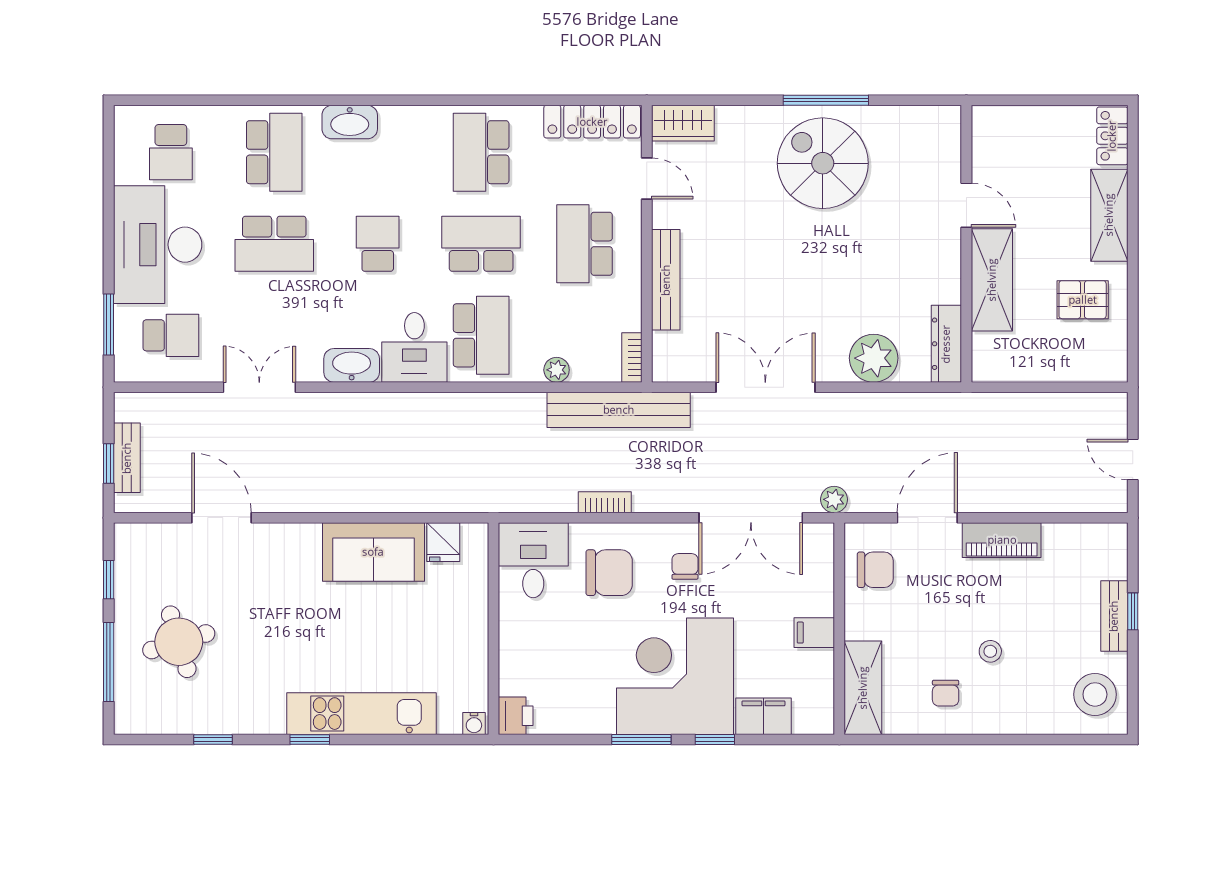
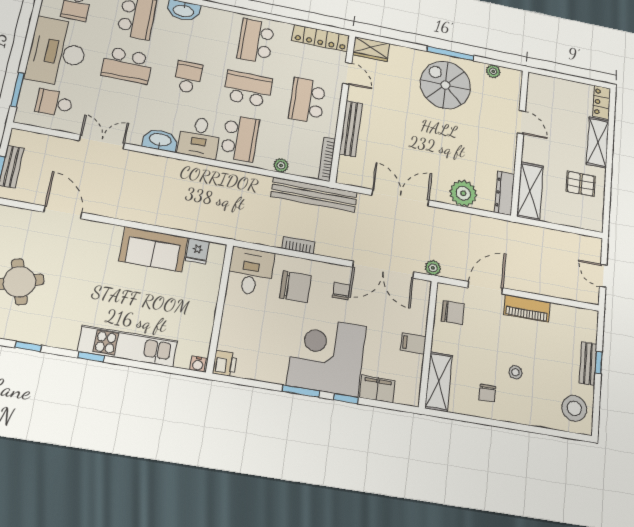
plant: (907, 118) -> (493, 71), added
shelving: (992, 280) -> (530, 191), moved
school desk: (171, 335) -> (54, 103), turned 180
bookcase: (632, 357) -> (327, 159), width x1.56

